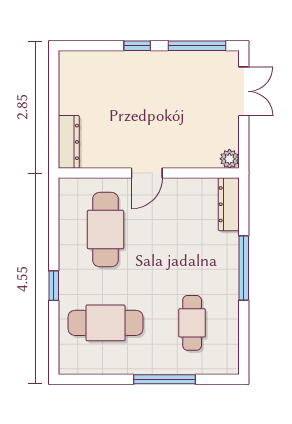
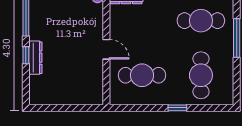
dresser: (69, 142) -> (35, 58), moved, turned 90
cafe table: (192, 323) -> (201, 21), width x1.37, depth x1.35

